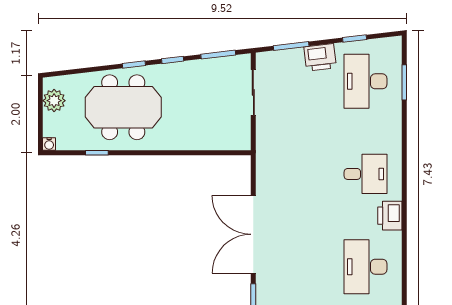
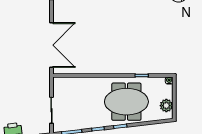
double door: (253, 234) -> (51, 45), moved

